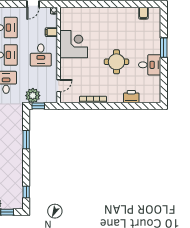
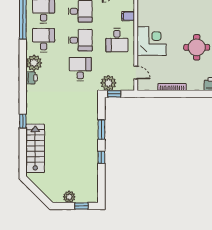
corner desk: (74, 44) -> (152, 41), moved
door: (59, 86) -> (136, 73), hinge flipped
window: (26, 192) -> (101, 157), moved

